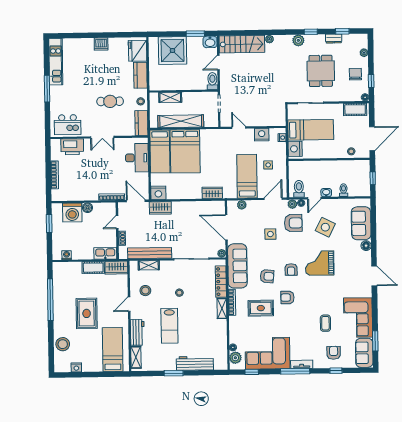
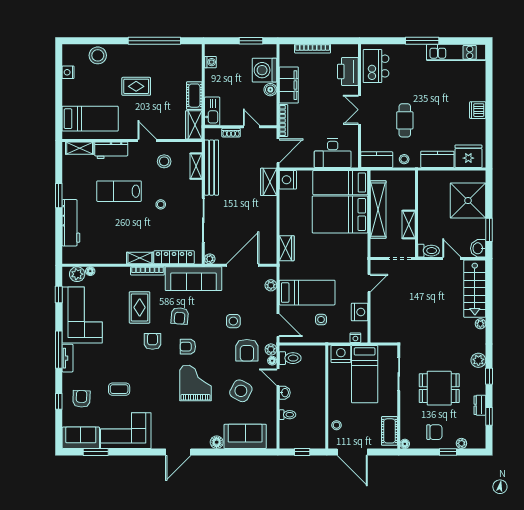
window: (371, 81) -> (448, 452), moved
shelving: (170, 97) -> (409, 225), moved
filing cabinet: (84, 193) -> (289, 85), added
rug: (87, 313) -> (136, 86), width x0.73, depth x0.70
armchair: (334, 353) -> (81, 399), turned -88

